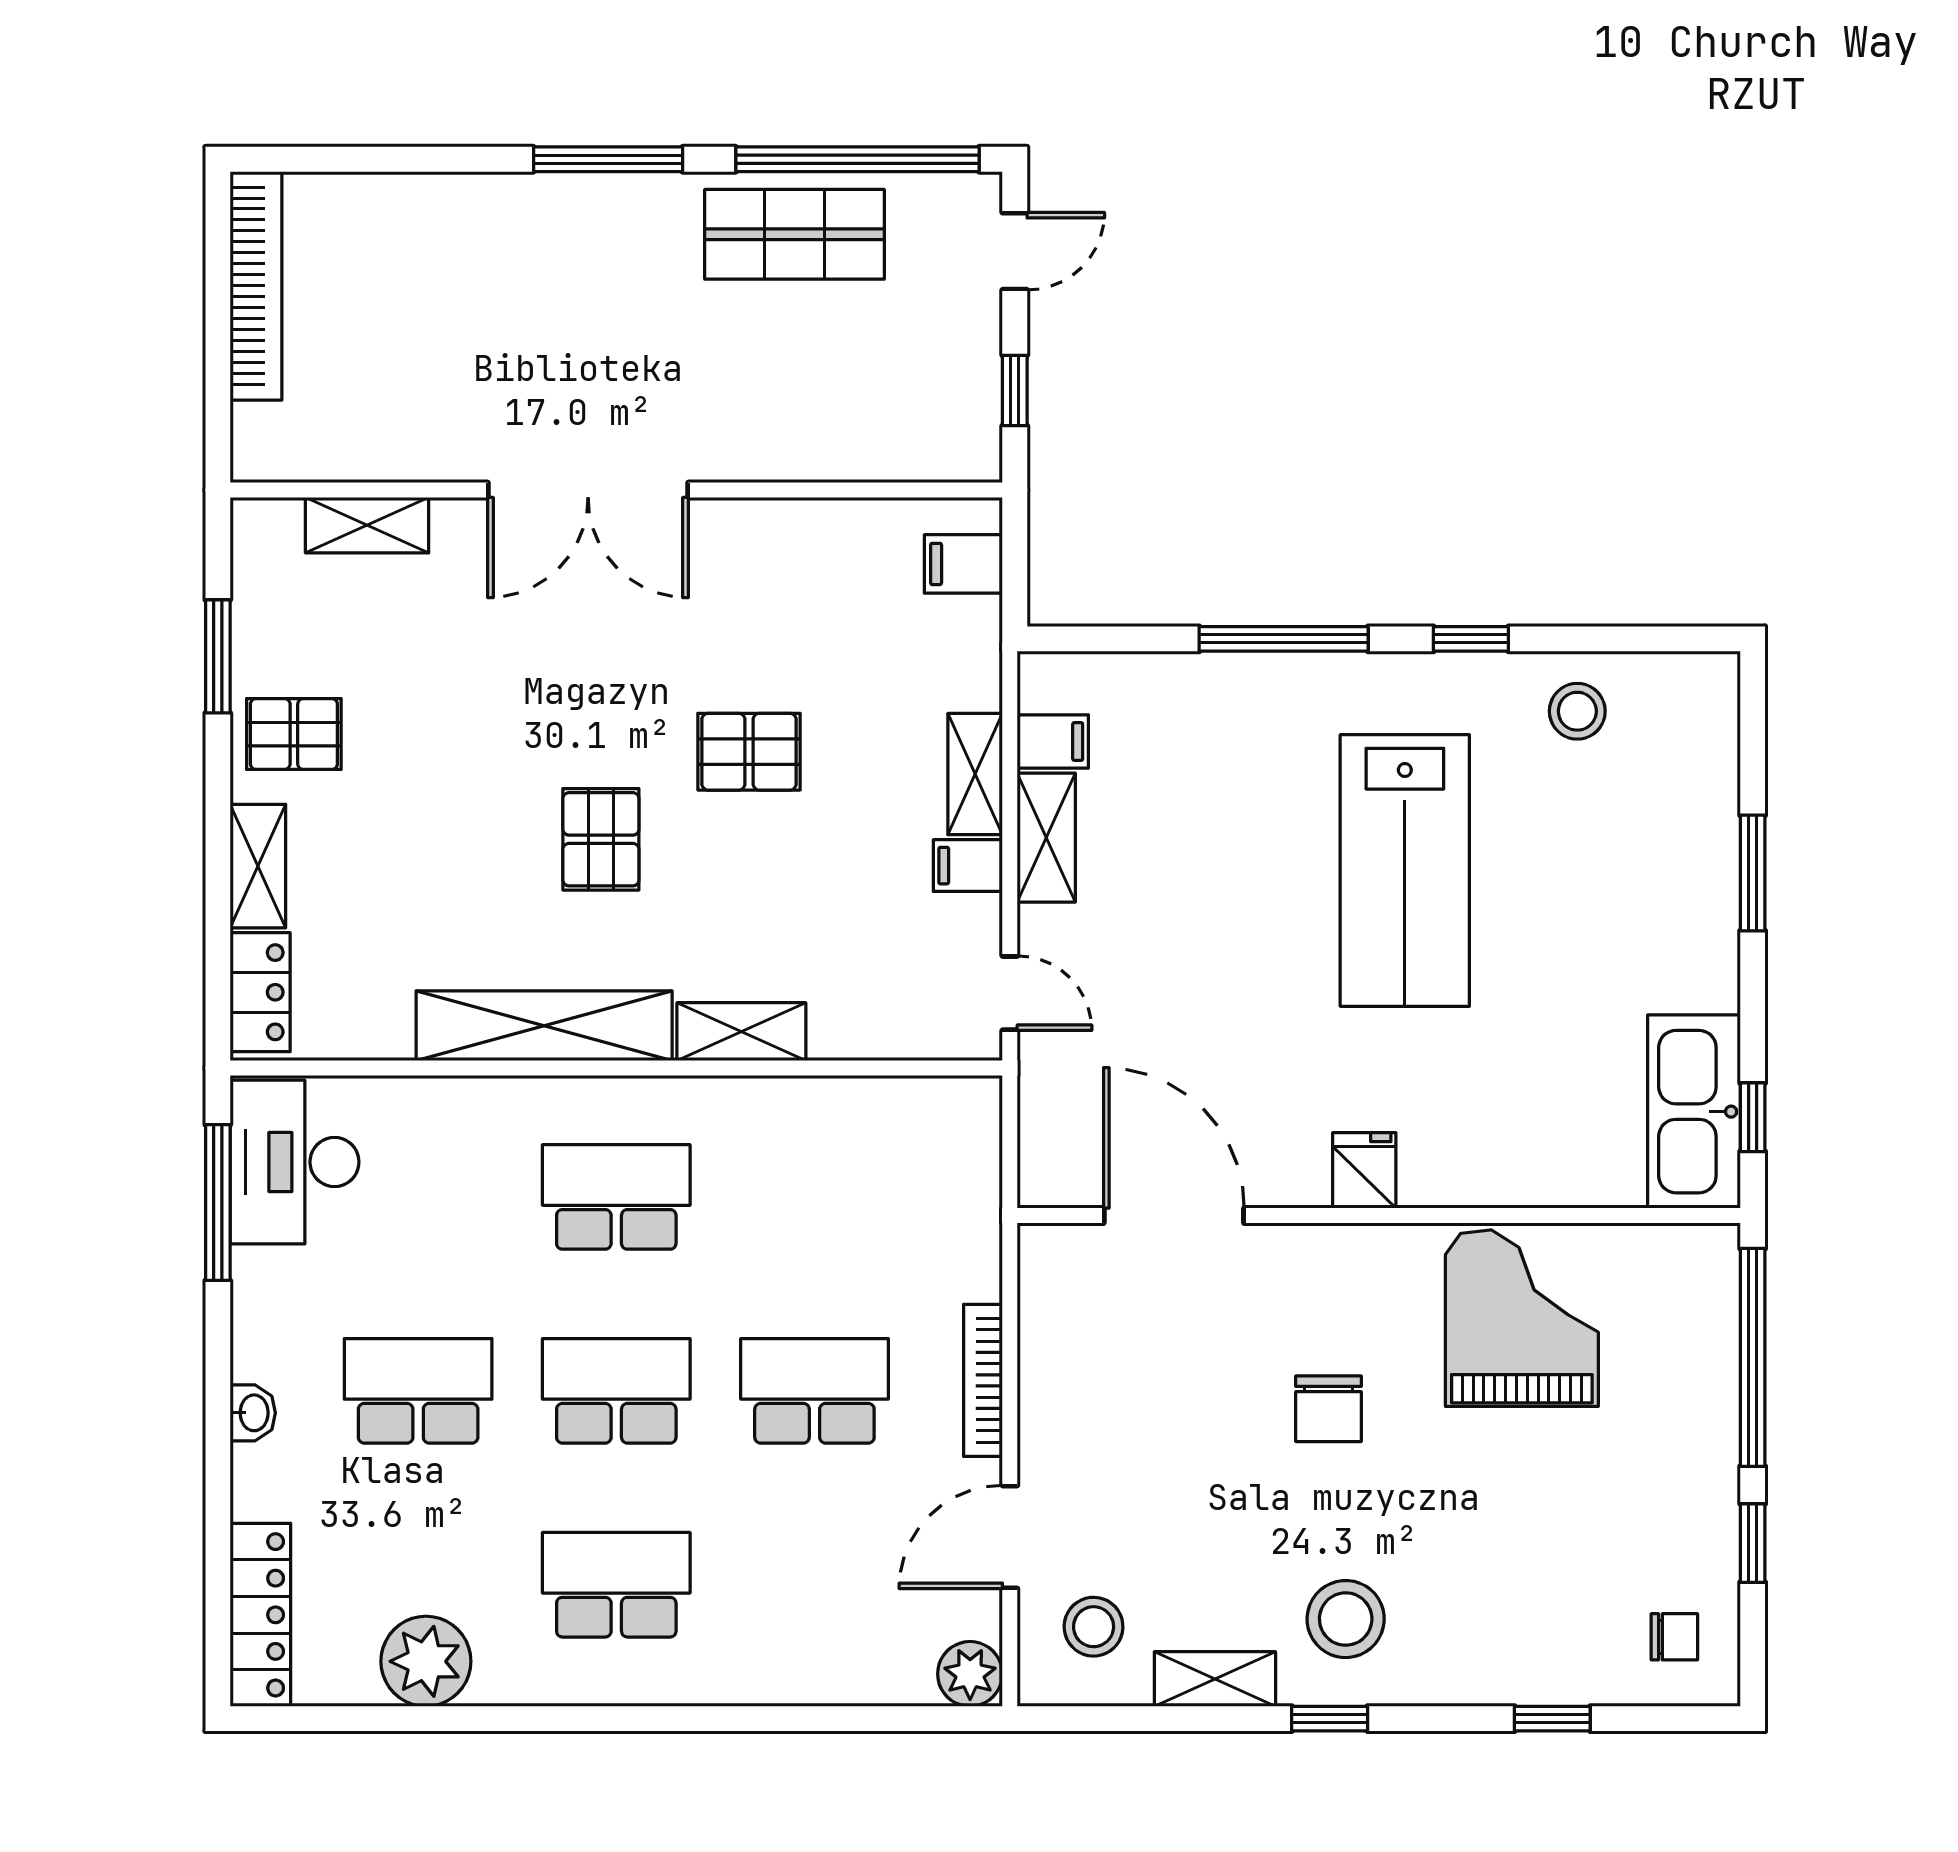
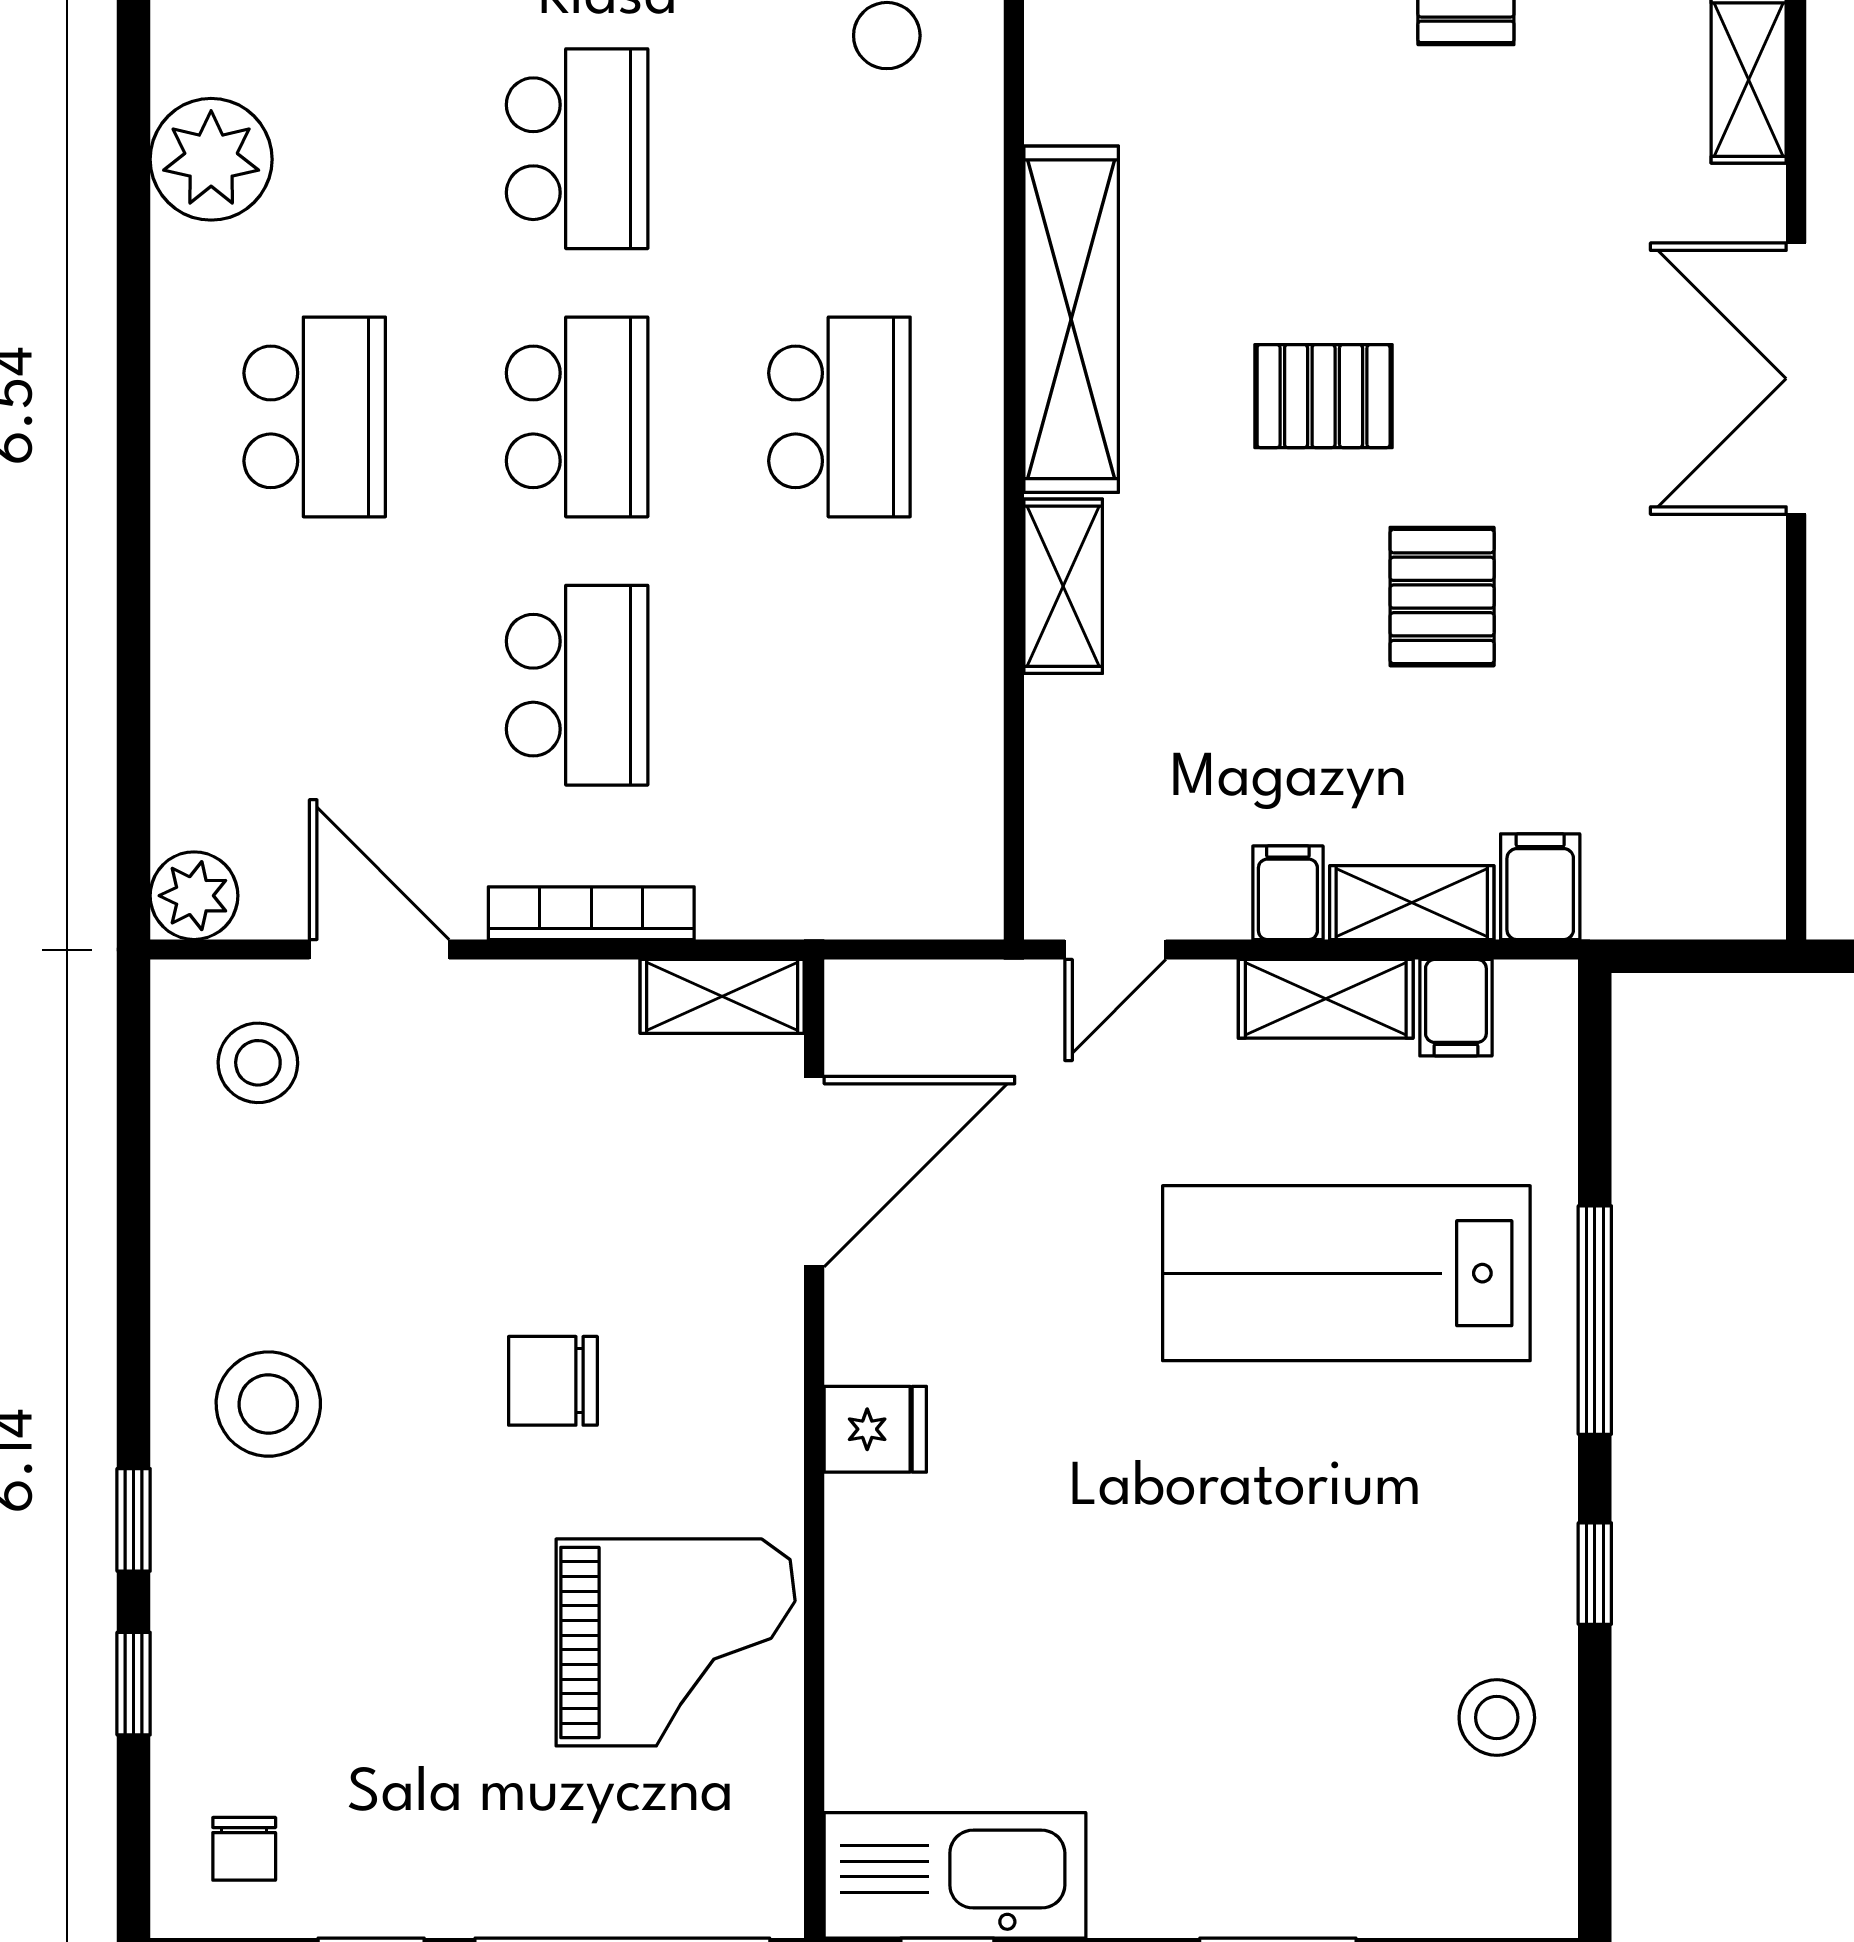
filing cabinet: (963, 564) -> (1540, 887), moved
lab bench: (1405, 870) -> (1346, 1273), moved
shelving: (1215, 1679) -> (722, 996), moved, turned 90
window: (1330, 1719) -> (134, 1520), moved

